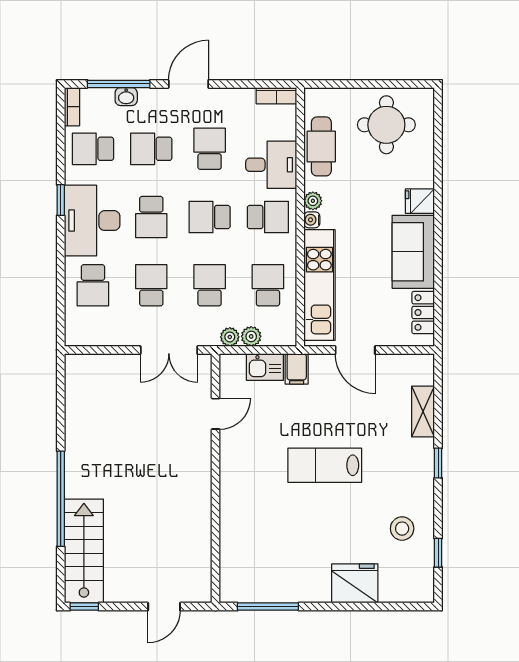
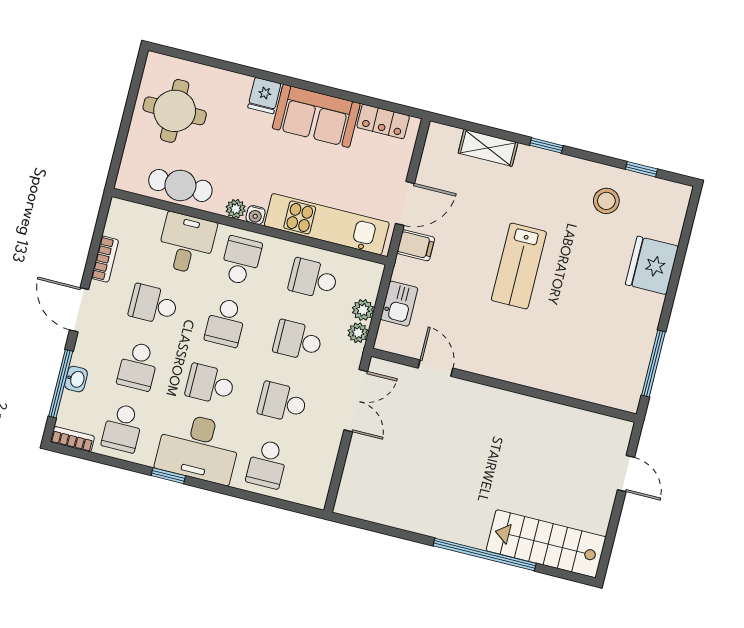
bookcase: (276, 96) -> (105, 259), moved
school desk: (151, 217) -> (210, 384), turned 180
school desk: (93, 285) -> (267, 464), turned 90
filing cabinet: (297, 369) -> (416, 245), moved
window: (84, 607) -> (605, 558), removed

